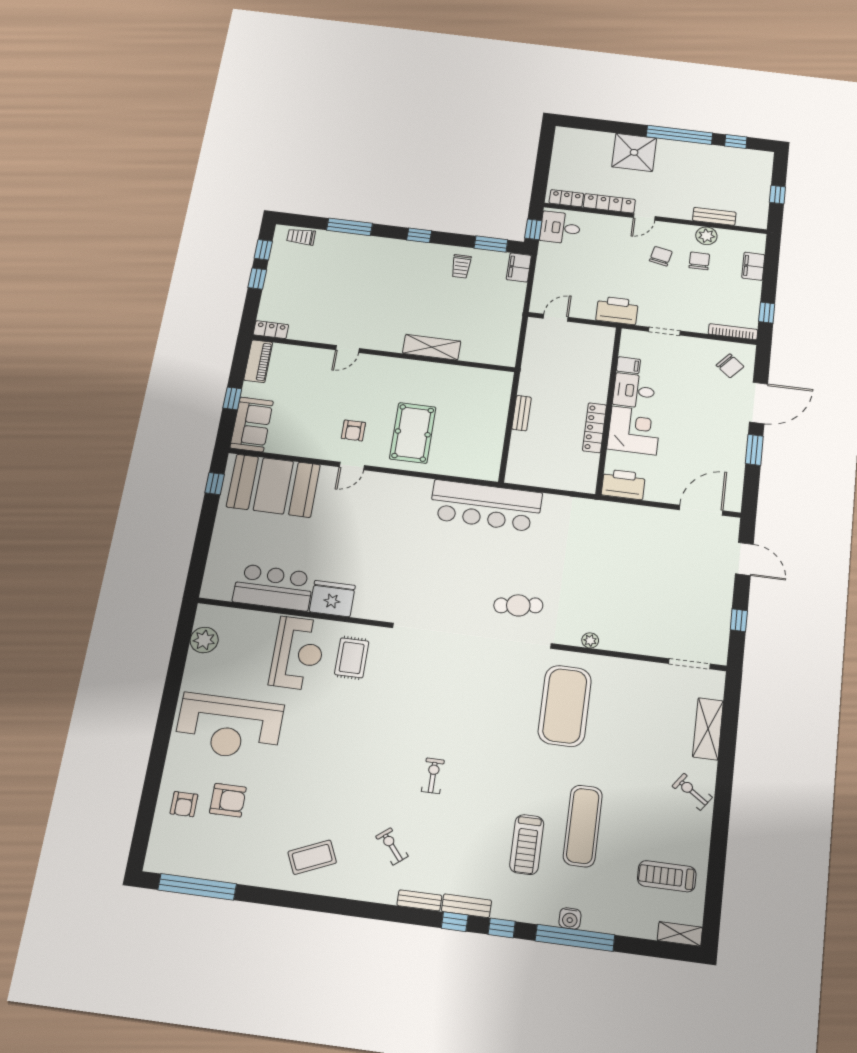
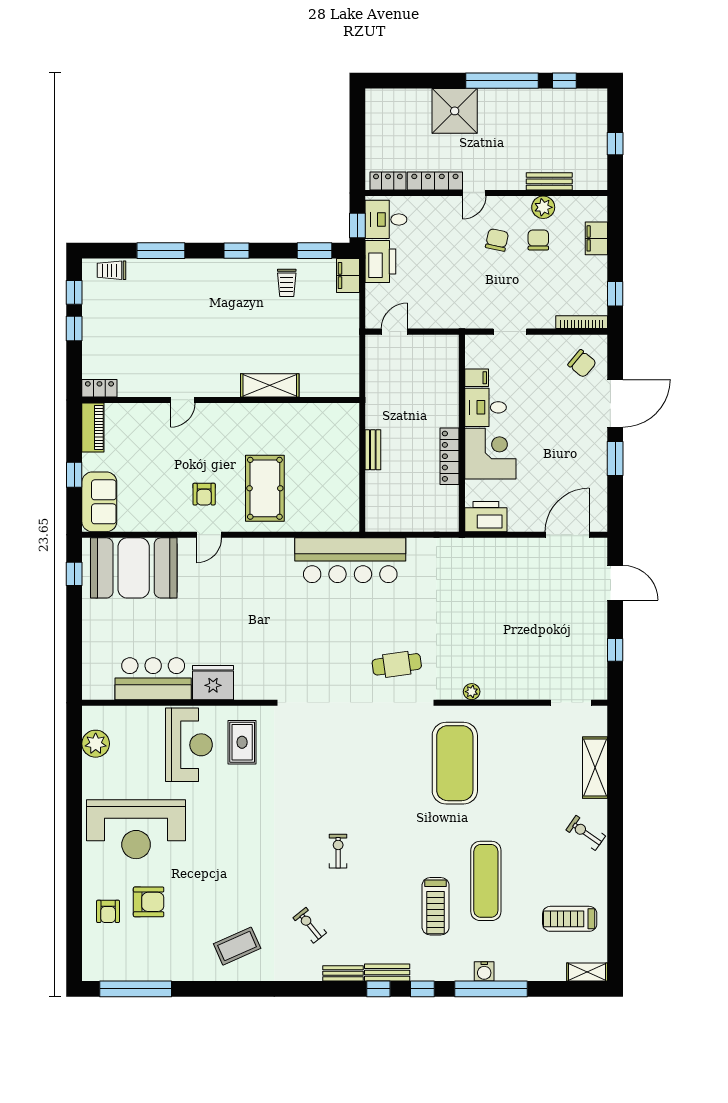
printer: (617, 310) -> (380, 261), moved, turned 90

